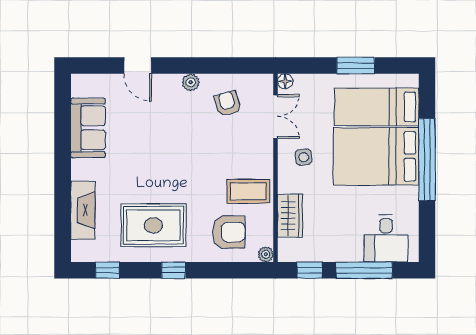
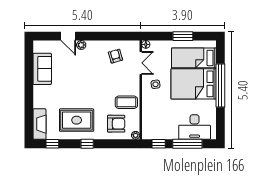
plant: (191, 82) -> (81, 45), moved
fireplace: (83, 210) -> (39, 124), moved
wardrobe: (290, 216) -> (148, 115), removed
desk: (386, 238) -> (195, 127), width x1.37

